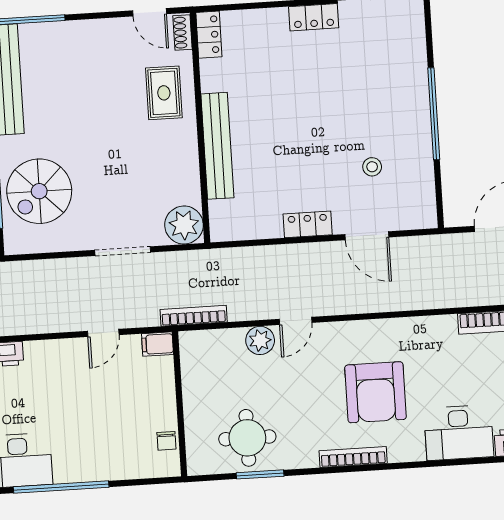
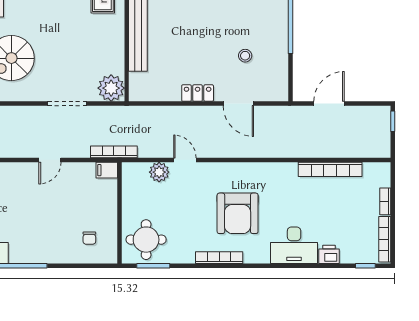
door: (296, 321) -> (185, 160), swing flipped
filing cabinet: (158, 344) -> (107, 170), moved
wall: (180, 404) -> (120, 213), moved

